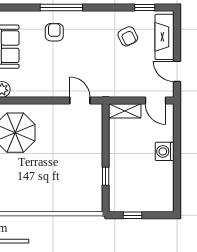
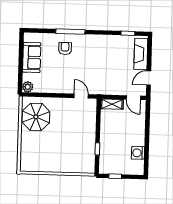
armchair: (128, 36) -> (116, 53), removed
door: (177, 71) -> (149, 78), hinge flipped
washing machine: (165, 151) -> (138, 153), moved

